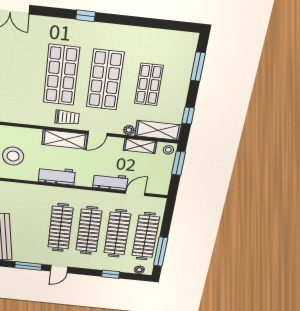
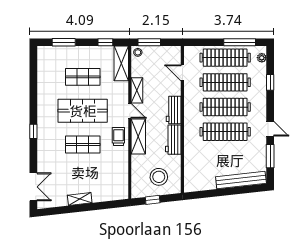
shop shelf: (61, 75) -> (83, 144), width x0.70, depth x0.74
plant: (129, 130) -> (124, 87), removed
shelving: (140, 146) -> (137, 90), moved
workbench: (110, 182) -> (174, 110), moved

